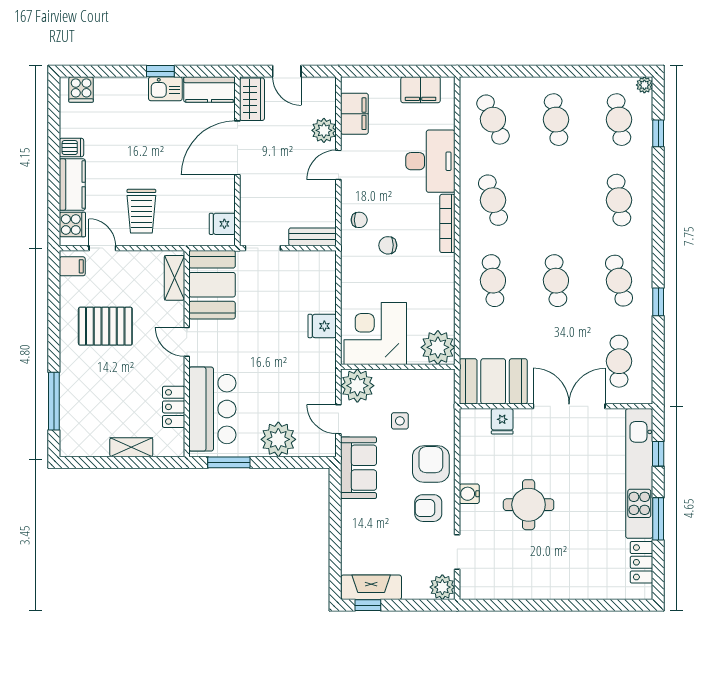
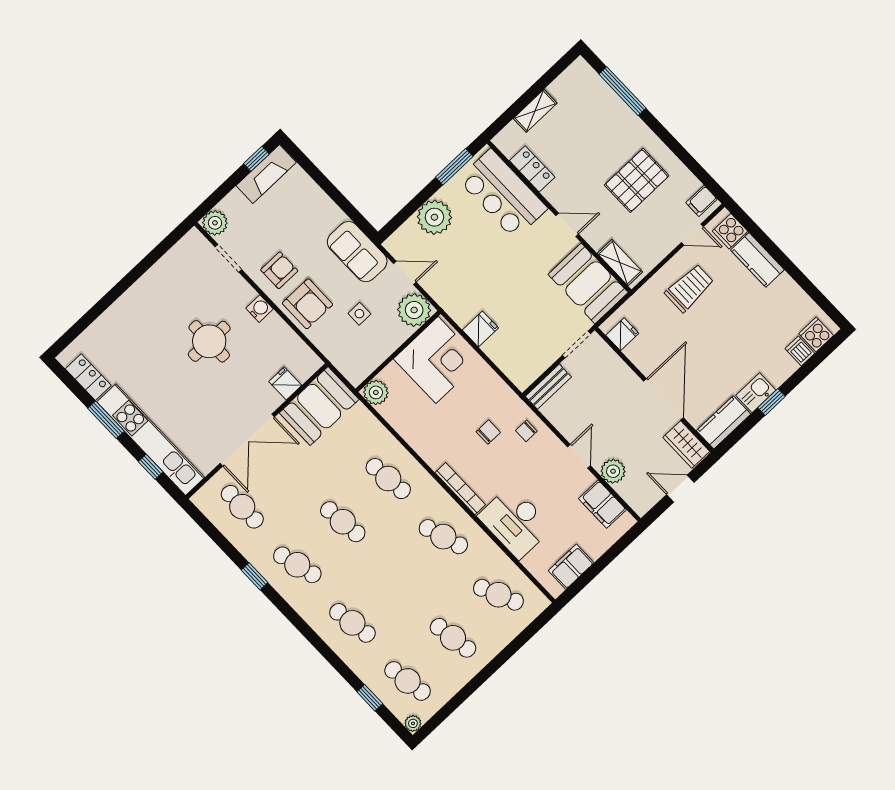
dishwasher: (71, 148) -> (800, 351), moved, turned 90
trolley: (141, 211) -> (689, 288), turned 90
plant: (438, 347) -> (376, 392), width x0.73, depth x0.73

